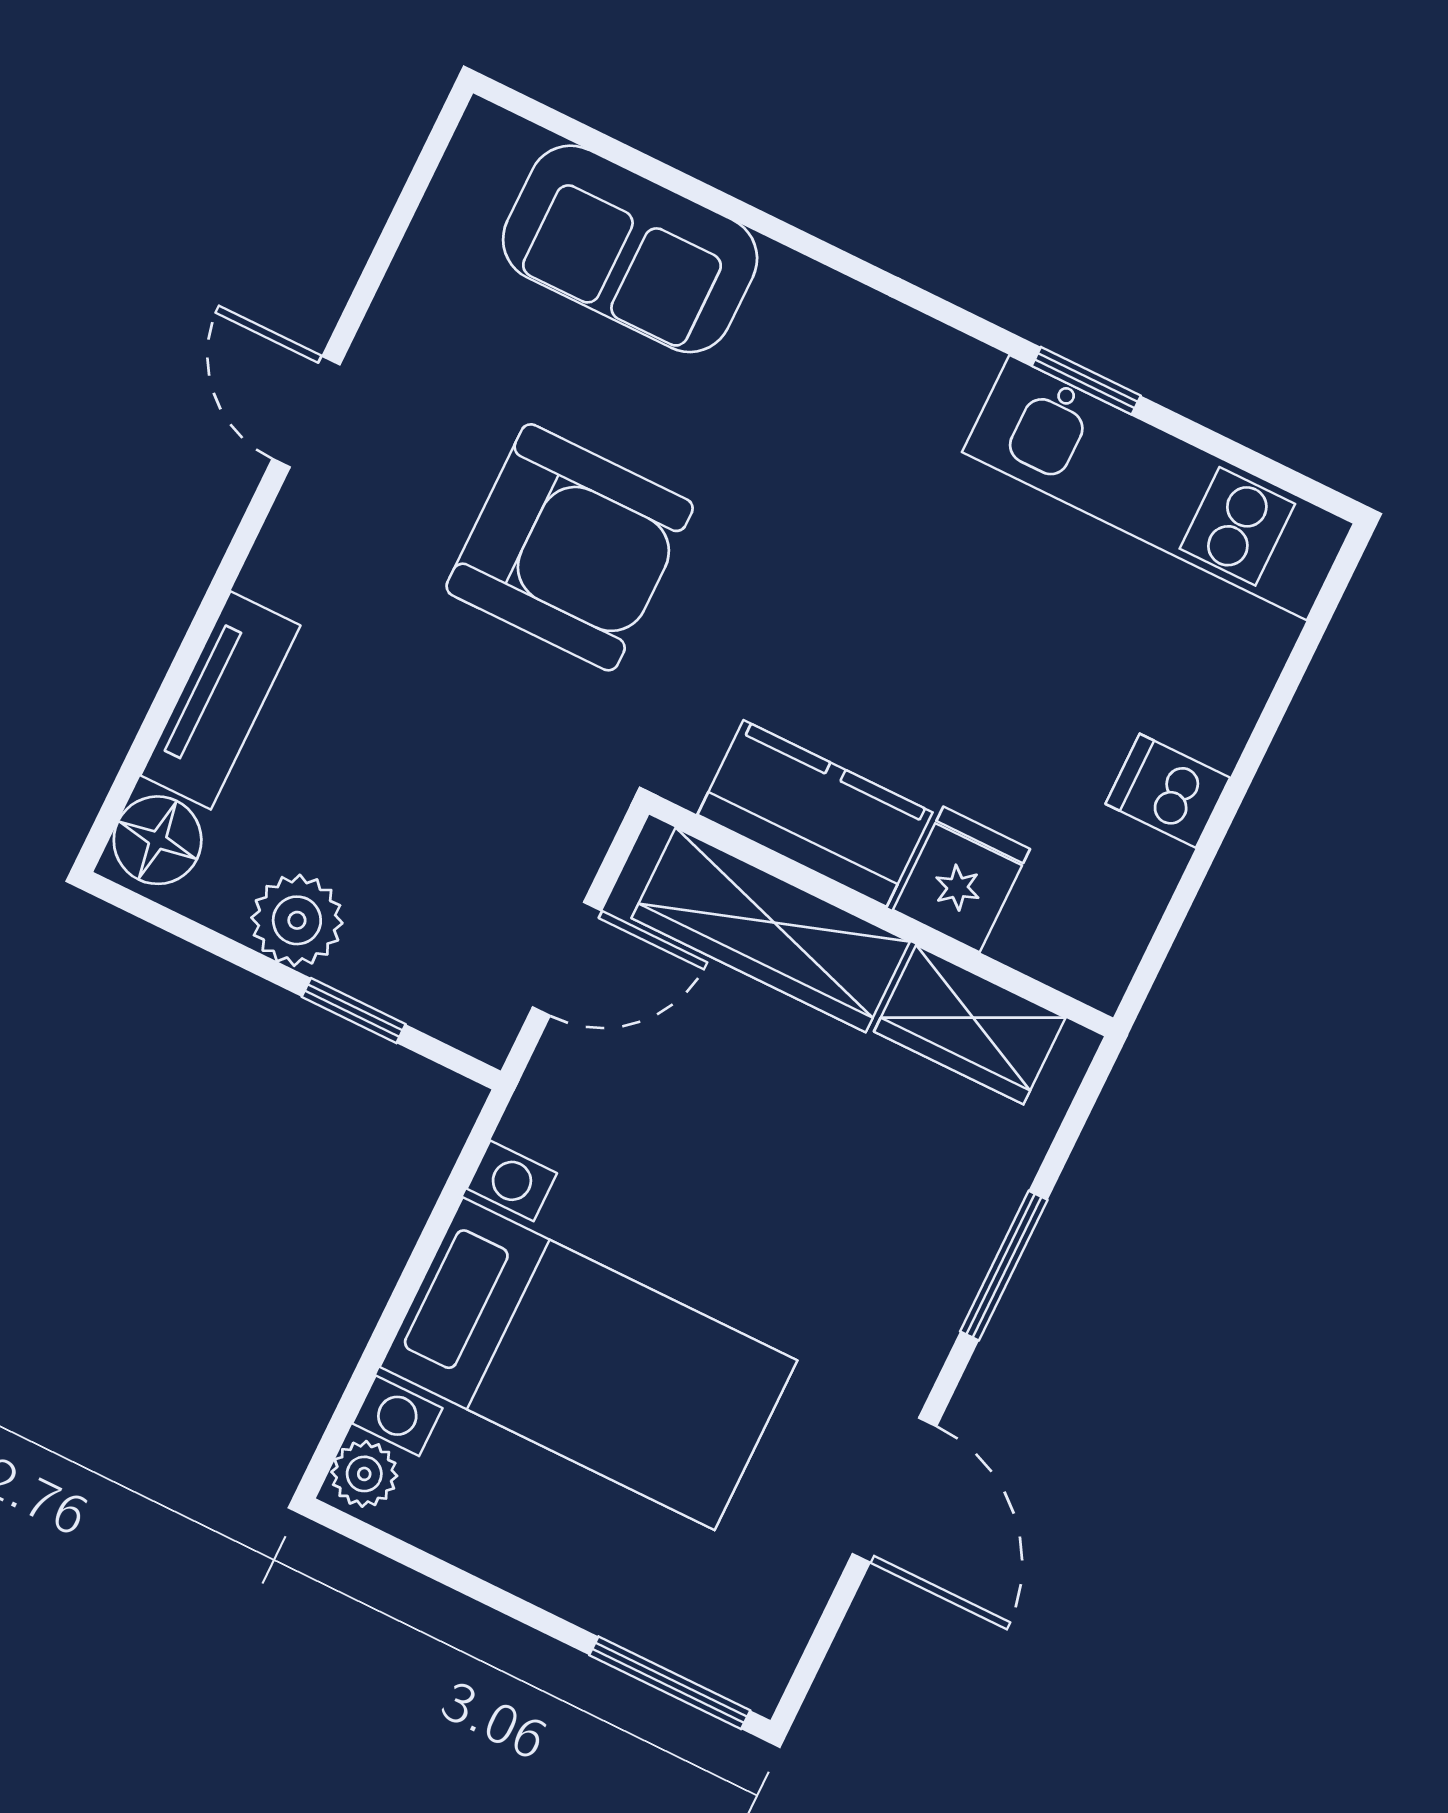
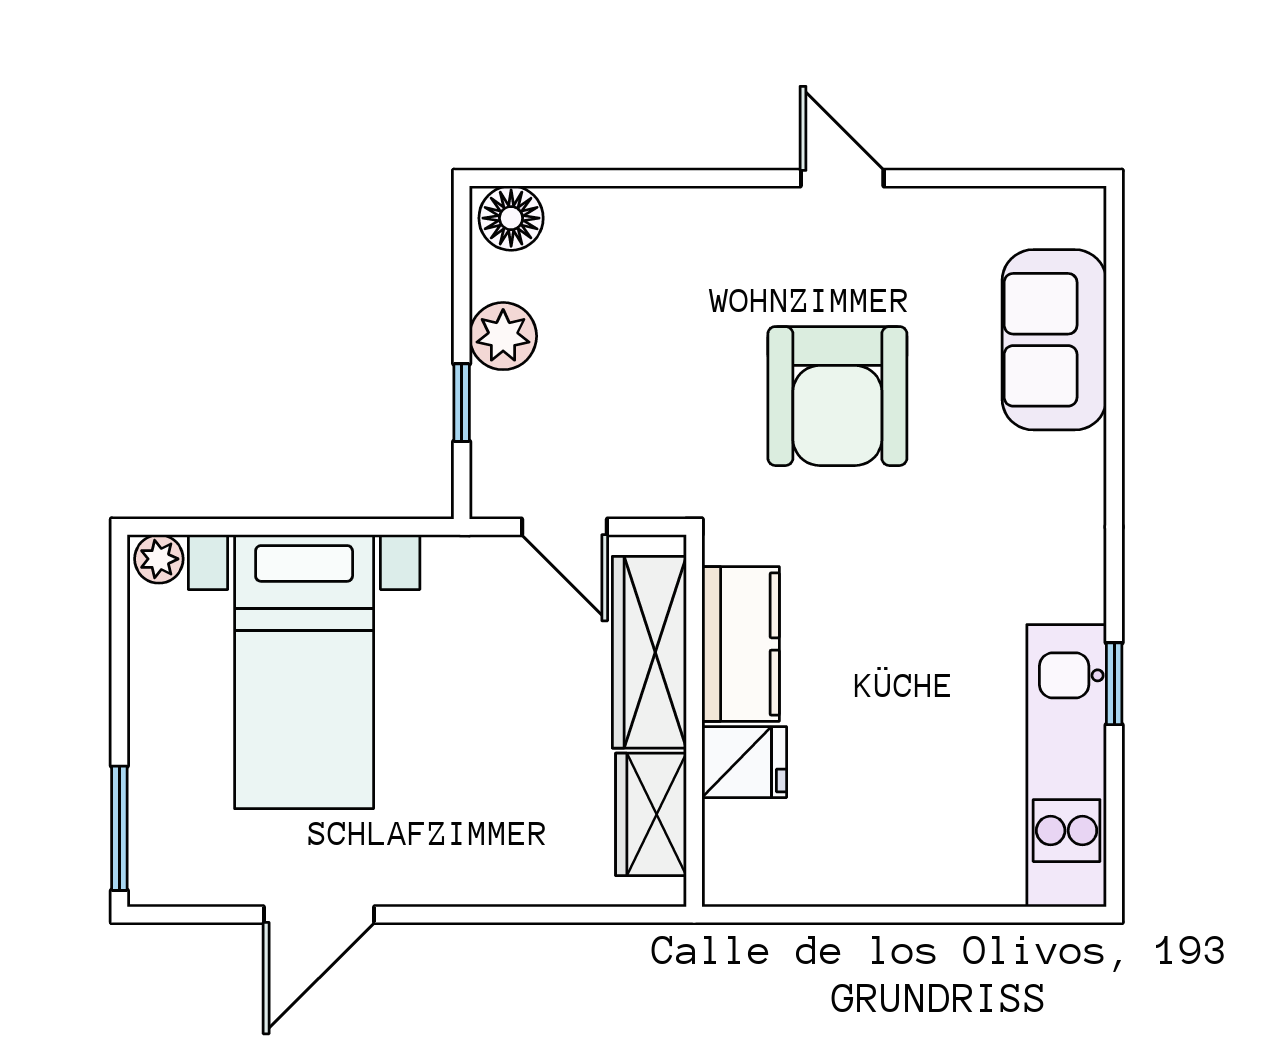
door: (306, 412) -> (842, 178), hinge flipped
tv unit: (221, 700) -> (624, 215), removed
dishwasher: (1168, 791) -> (869, 870), removed
window: (1004, 1266) -> (503, 915), removed

